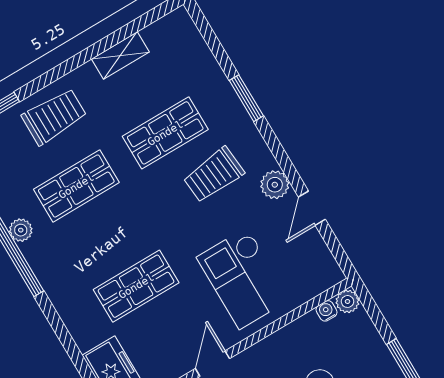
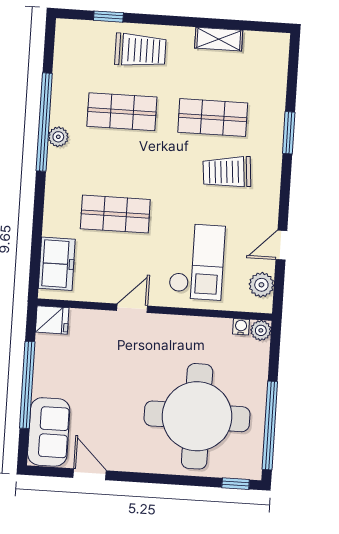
plant: (275, 185) -> (261, 285), moved
plant: (21, 230) -> (58, 137), moved
checkout: (243, 278) -> (197, 262), turned 180

